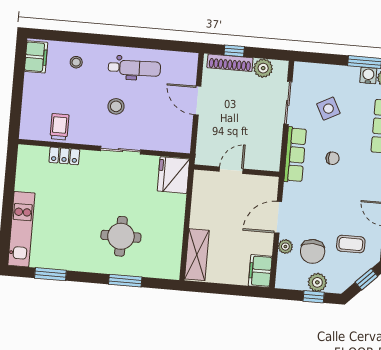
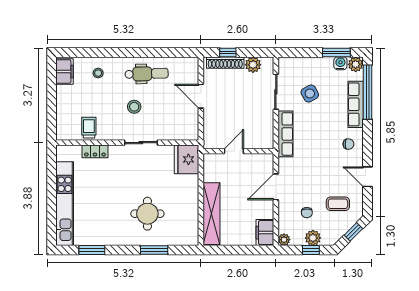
chair: (333, 158) -> (348, 144), moved
kitchen unit: (21, 229) -> (65, 204), width x1.36
plant: (285, 247) -> (284, 240), moved
chair: (313, 251) -> (307, 213), width x0.54, depth x0.54
shelving: (197, 255) -> (211, 214), width x1.47

